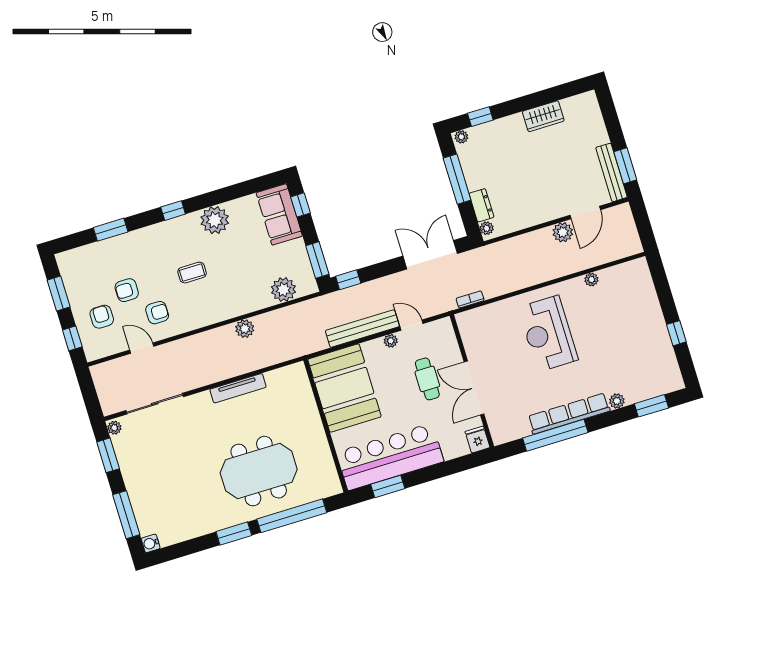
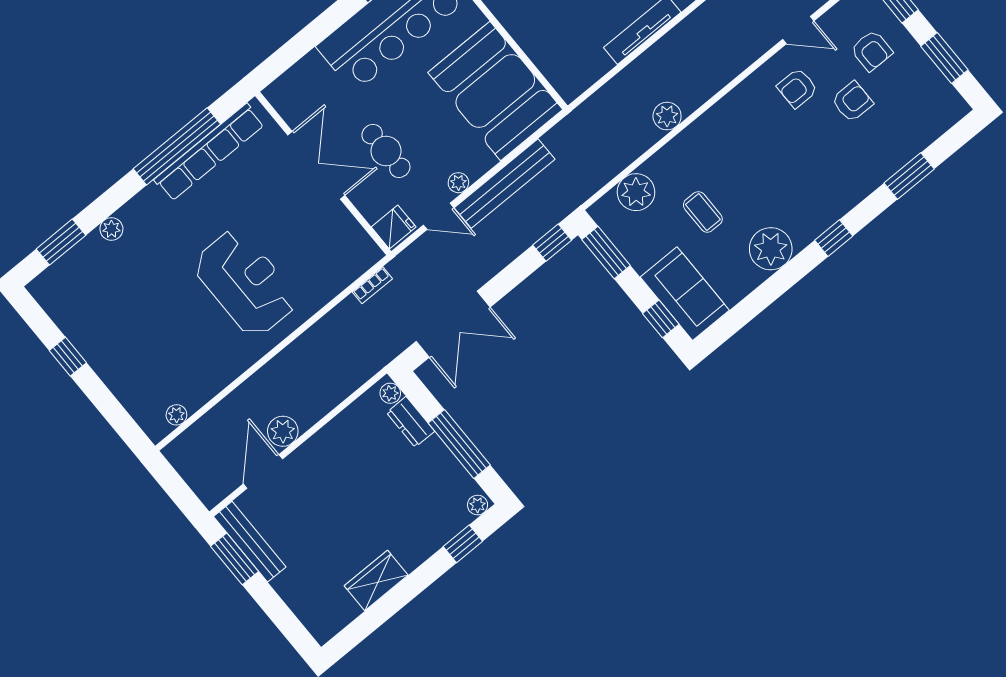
coffee table: (192, 273) -> (703, 212), moved, turned 90
plant: (591, 280) -> (176, 415), moved
row of seats: (569, 414) -> (209, 152), moved
fridge: (477, 440) -> (394, 227), moved, turned -90

